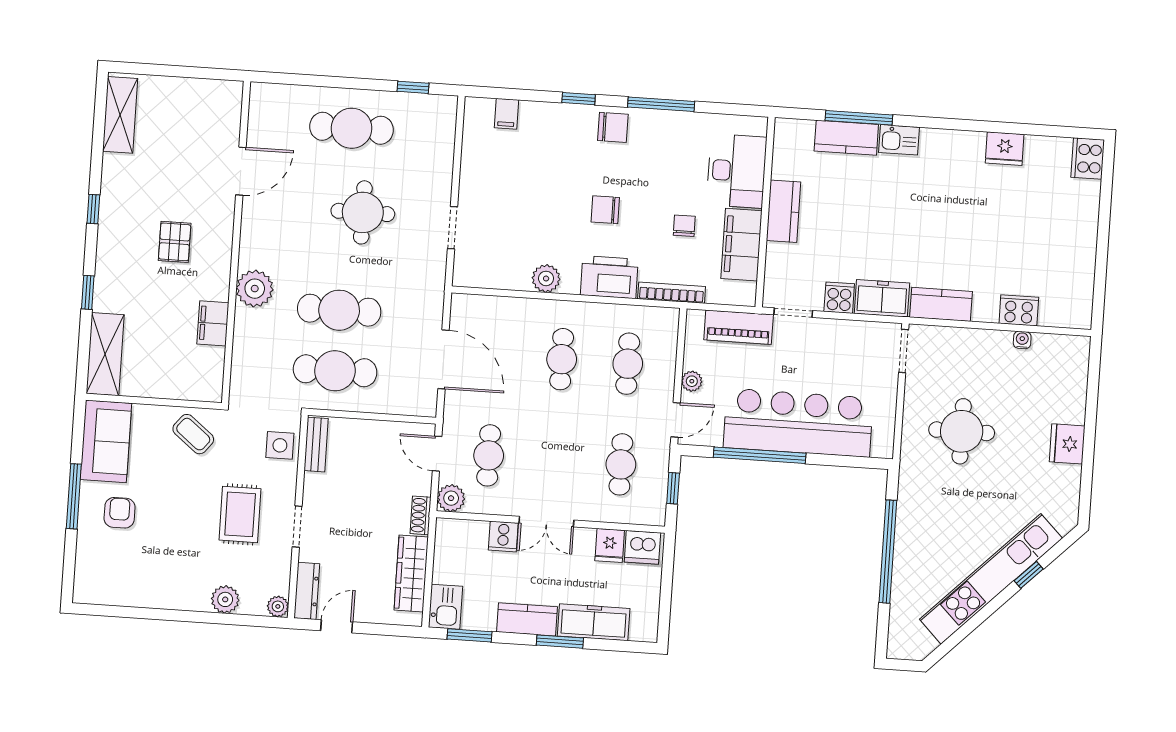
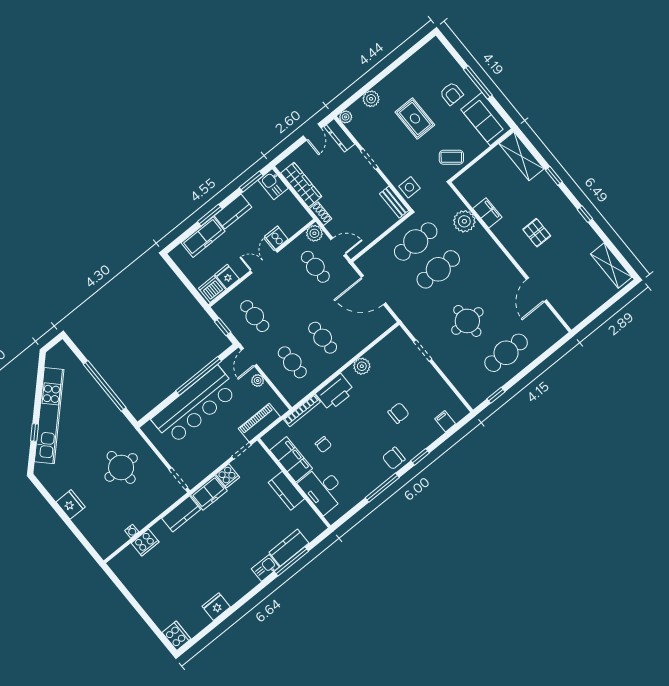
chair: (605, 210) -> (398, 413), moved
plant: (255, 289) -> (464, 221), moved
rug: (240, 514) -> (415, 118), moved

